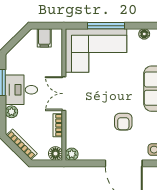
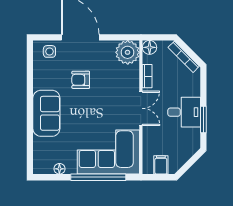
window: (106, 26) -> (98, 177), width x1.46
plant: (12, 112) -> (194, 90), removed
armchair: (123, 122) -> (81, 80), turned -90
plant: (72, 154) -> (128, 52), width x1.87, depth x1.87

